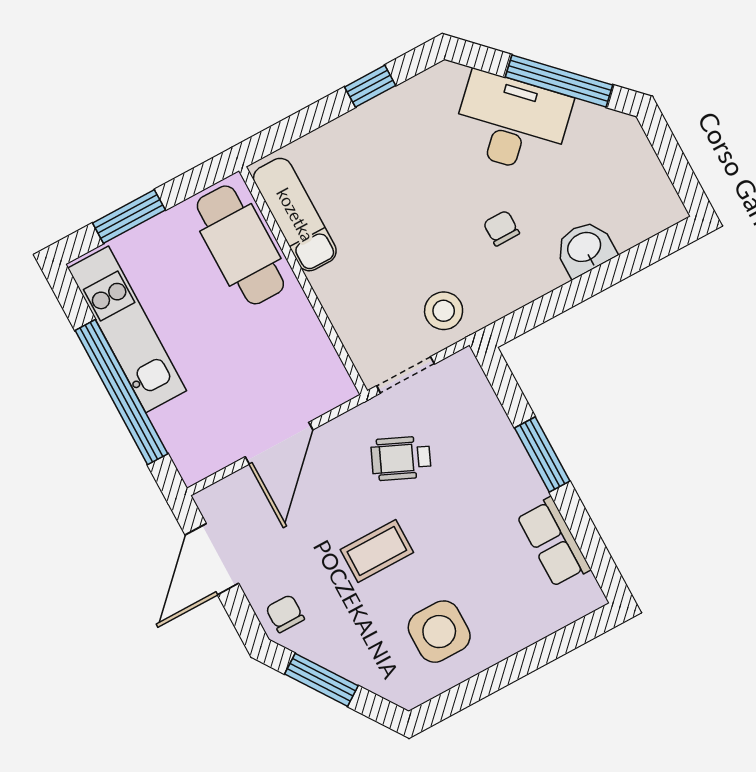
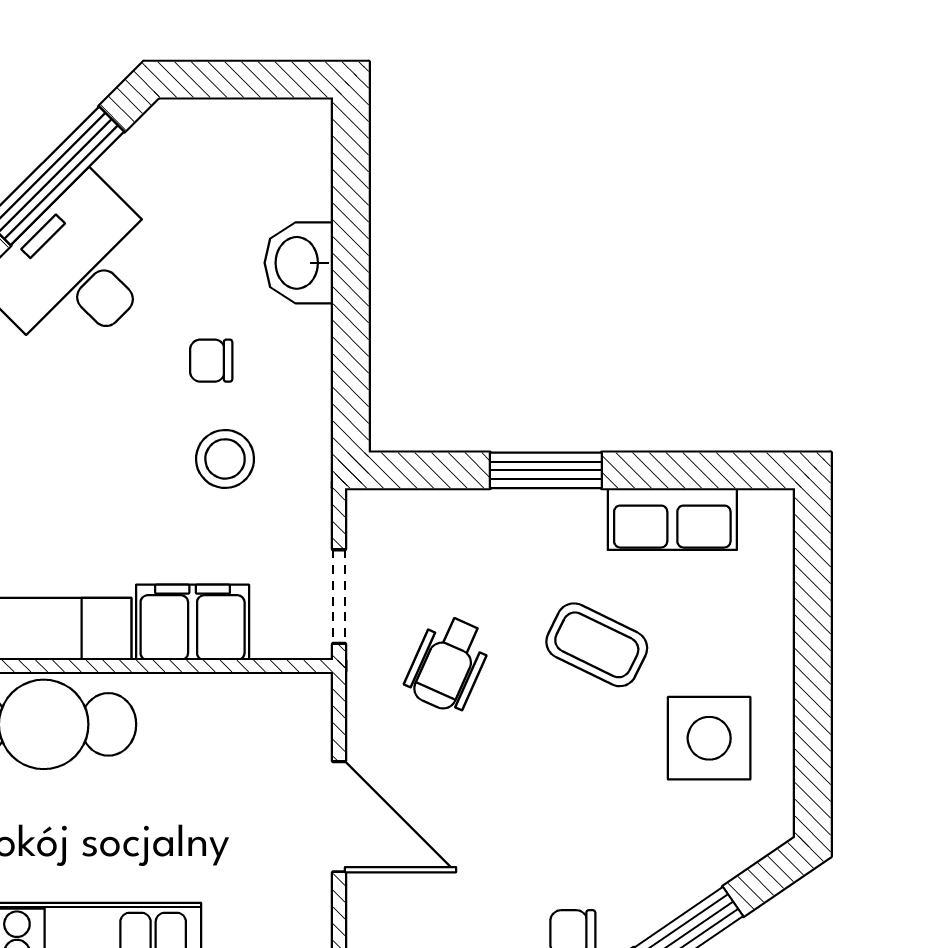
filing cabinet: (345, 299) -> (193, 622), added
stool: (444, 311) -> (225, 459), moved
coffee table: (377, 551) -> (597, 645), moved, turned -64

